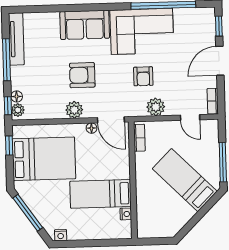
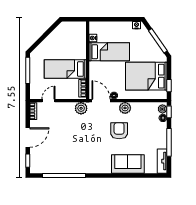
sofa: (85, 25) -> (128, 164), moved
corner sofa: (142, 31) -> (79, 159), removed
tv unit: (16, 39) -> (162, 161), width x0.71
armchair: (82, 75) -> (119, 131), turned -90
armchair: (143, 76) -> (79, 129), removed
plant: (156, 107) -> (81, 108), moved
door: (190, 117) -> (49, 101), hinge flipped
bed: (185, 180) -> (65, 69), moved, turned 135

